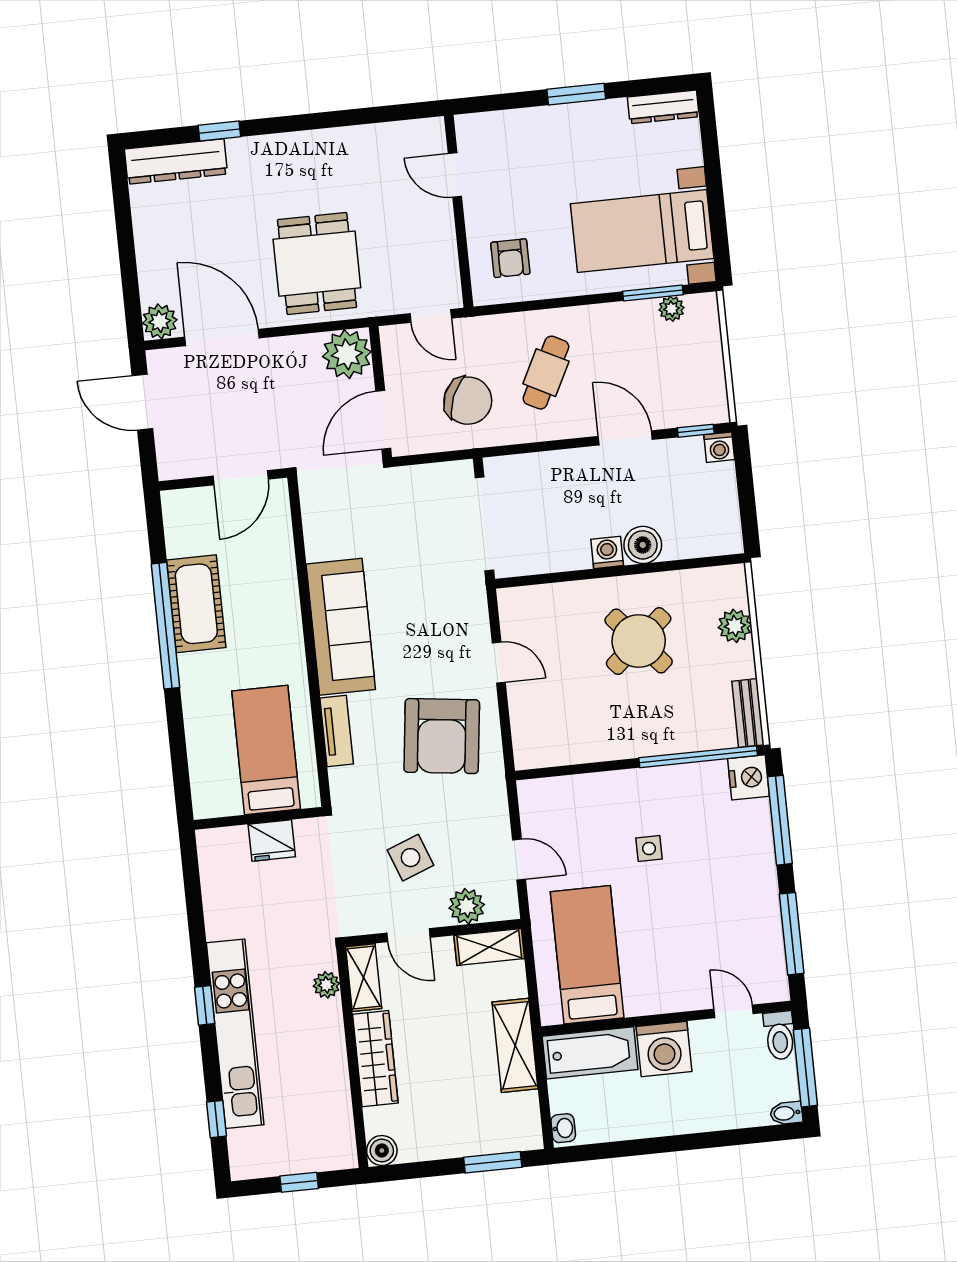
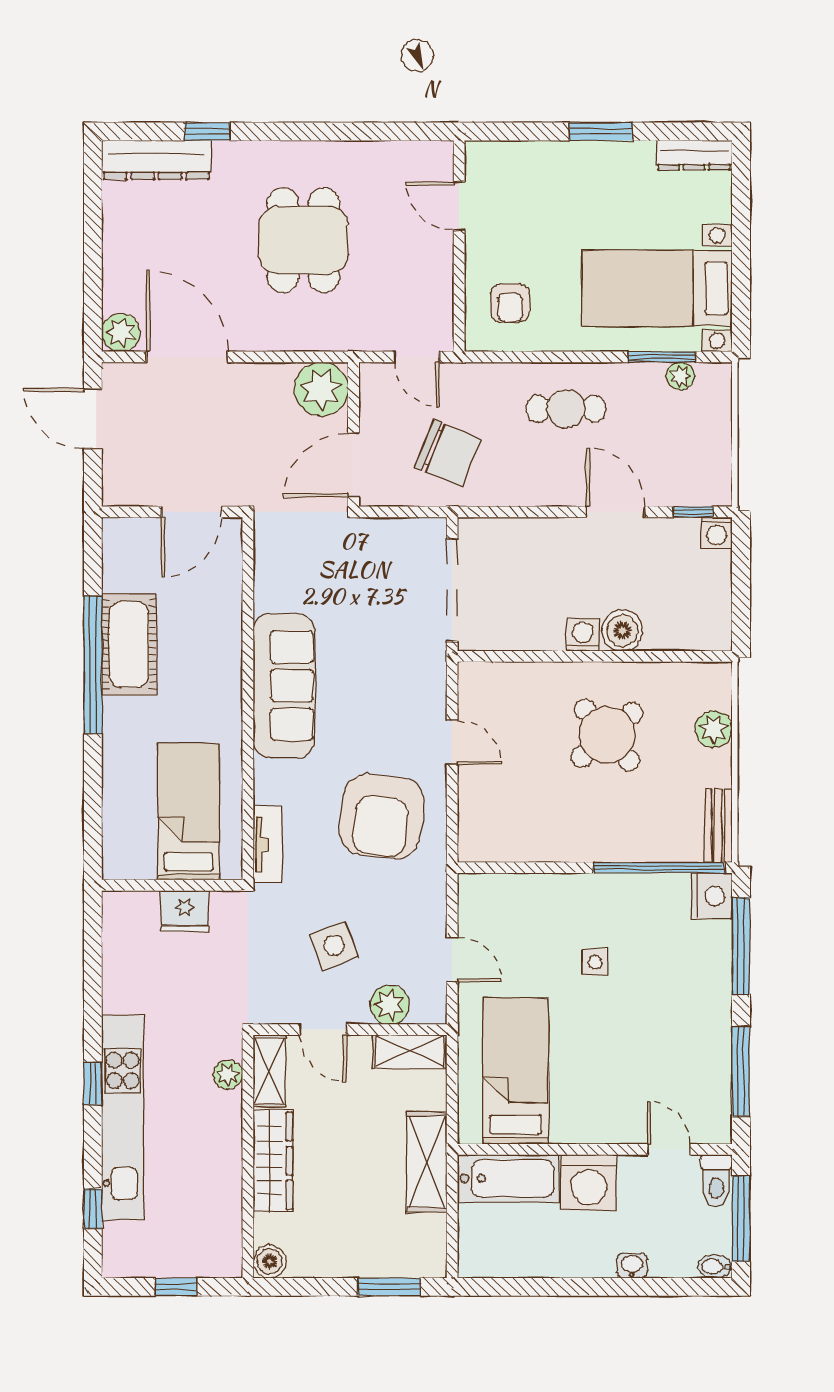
dining table: (317, 264) -> (303, 240), moved
cafe table: (546, 373) -> (566, 409), moved, turned 63
tv unit: (337, 731) -> (268, 844), moved
washbasin: (563, 1128) -> (632, 1266), moved, turned -90

